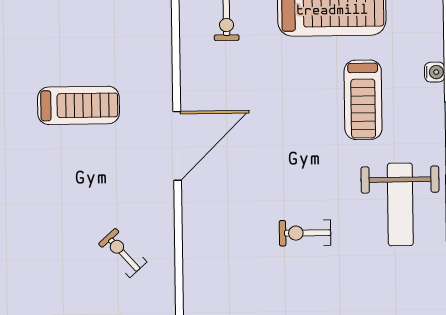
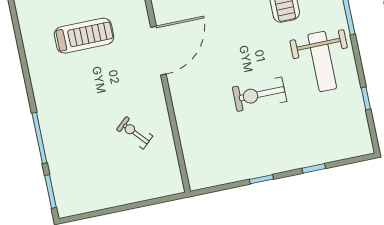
exercise bike: (305, 233) -> (259, 94), width x1.38, depth x1.39

